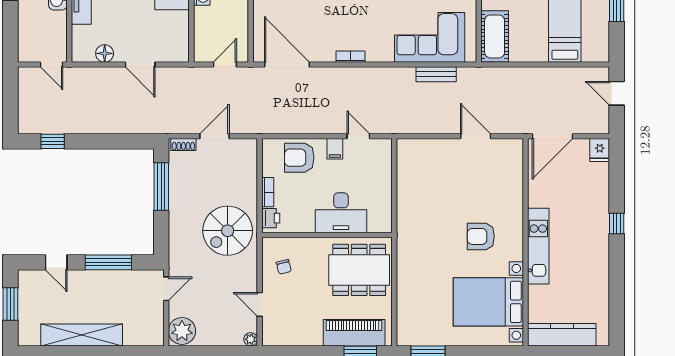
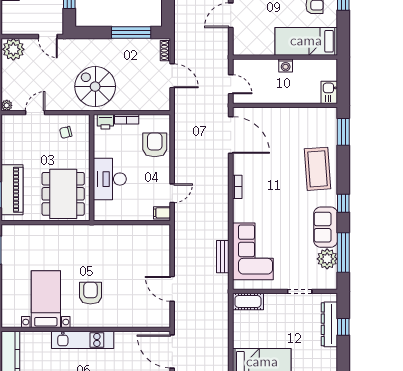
cot: (495, 36) -> (248, 302), width x0.73, depth x0.75
door: (287, 64) -> (231, 135), hinge flipped
door: (476, 136) -> (172, 289), swing flipped
filing cabinet: (335, 149) -> (162, 213), moved
bed with nightstands: (488, 302) -> (46, 299), width x0.73

